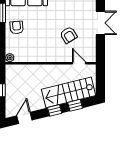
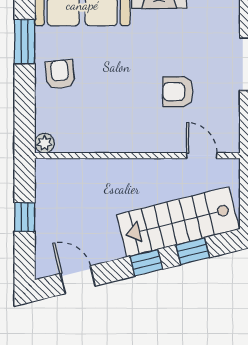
armchair: (69, 35) -> (178, 92), turned 122
door: (24, 118) -> (78, 280), hinge flipped

